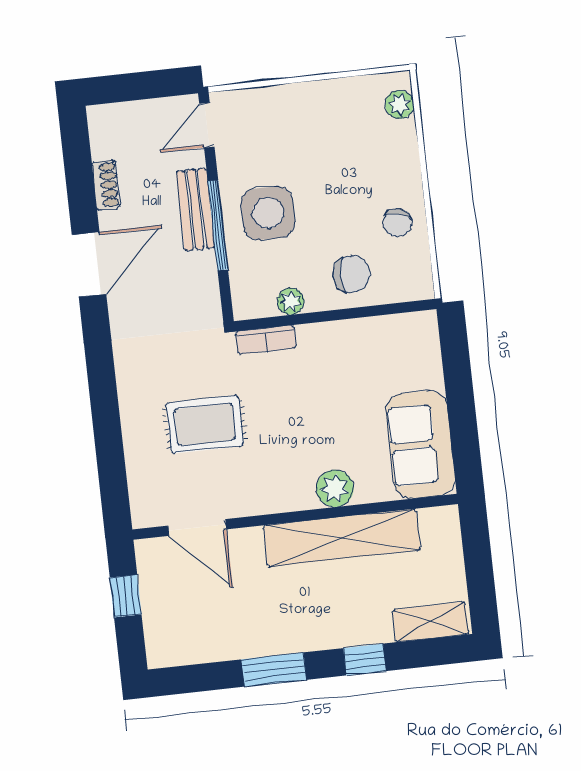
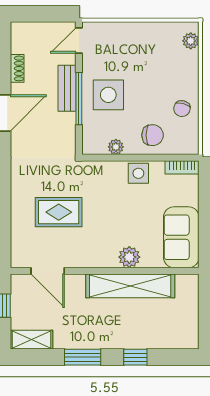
bookcase: (266, 340) -> (182, 167), moved
side table: (335, 342) -> (138, 173), added
shelving: (430, 622) -> (31, 340), moved

